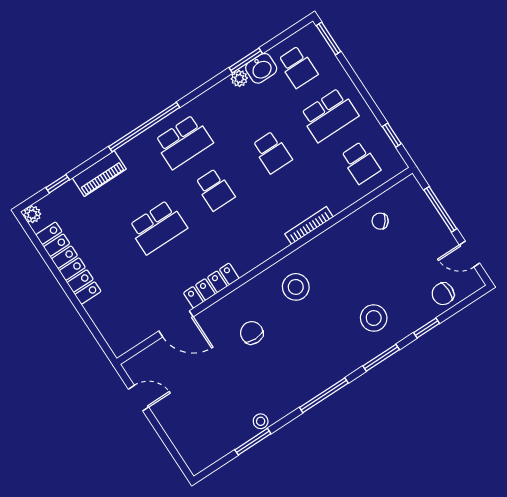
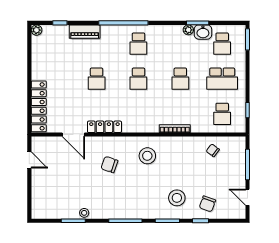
school desk: (183, 142) -> (138, 44), width x0.54
school desk: (158, 227) -> (97, 79), width x0.54
locker: (68, 263) -> (39, 106), moved
chair: (443, 294) -> (207, 204), moved, turned -70
chair: (252, 333) -> (109, 165), turned -71

